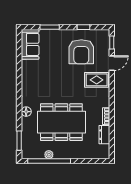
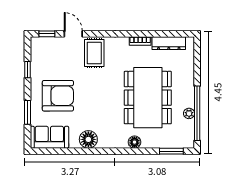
armchair: (81, 52) -> (58, 96), moved
floor lamp: (28, 75) -> (88, 139), added
dresser: (104, 135) -> (169, 43), width x1.44

